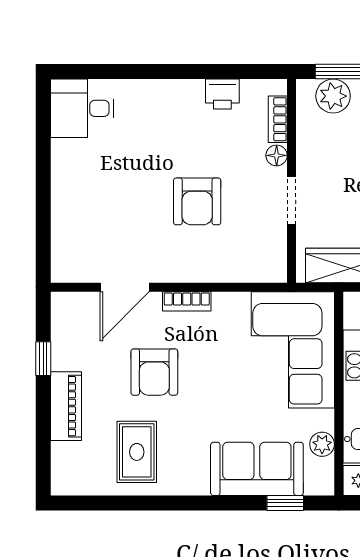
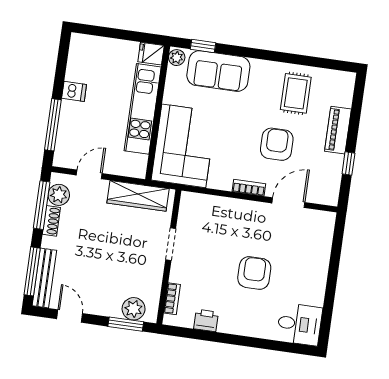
floor lamp: (277, 155) -> (176, 275), removed
armchair: (197, 201) -> (254, 273), moved
plant: (322, 444) -> (177, 58), moved

